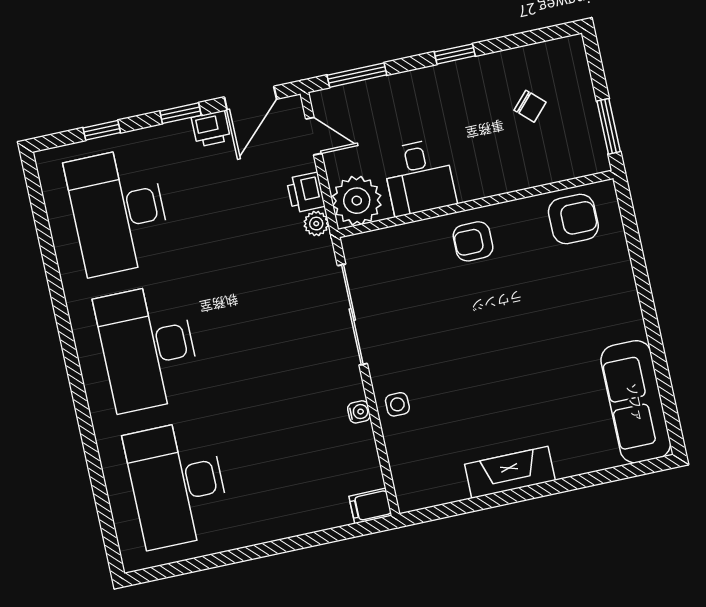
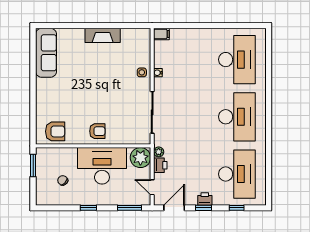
printer: (211, 129) -> (205, 199), moved
desk: (419, 177) -> (102, 166), width x1.87, depth x1.30
armchair: (573, 219) -> (55, 131), turned 180

